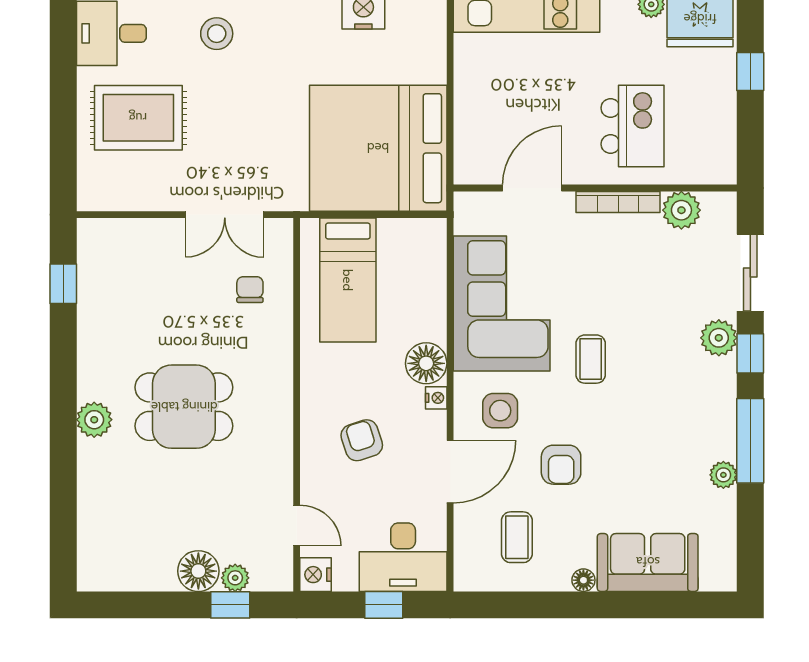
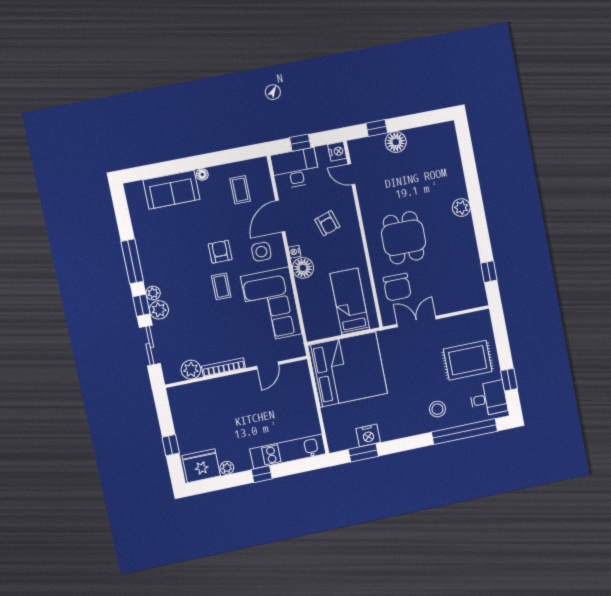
window: (63, 63) -> (509, 380), added
kitchen island: (633, 126) -> (224, 406), removed
door: (532, 188) -> (268, 365), width x0.73
chair: (250, 290) -> (397, 287), width x1.87, depth x1.87
dining table: (184, 407) -> (404, 238), moved, turned 90
armchair: (561, 465) -> (220, 252), moved
plant: (723, 475) -> (153, 293), moved
plant: (235, 578) -> (377, 142), removed

